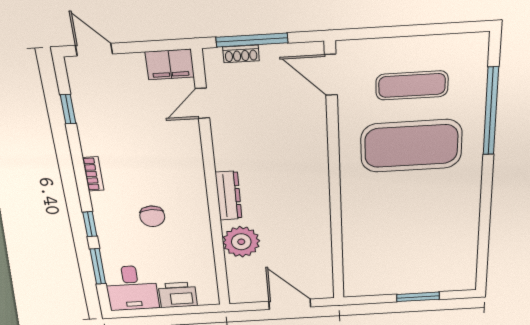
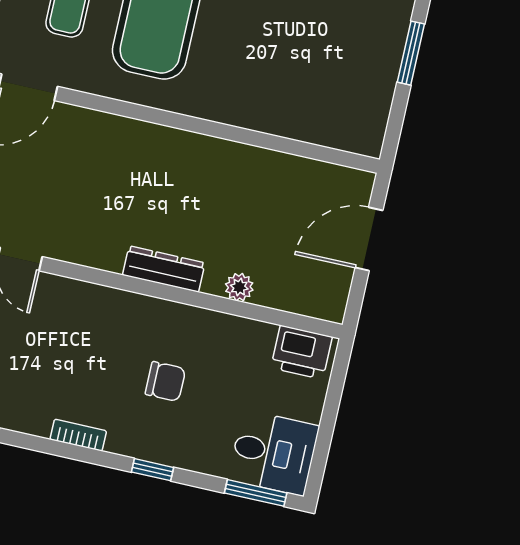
plant: (241, 242) -> (239, 287), width x0.53, depth x0.53
window: (98, 266) -> (256, 493), moved
printer: (178, 295) -> (302, 352), moved, turned -90

